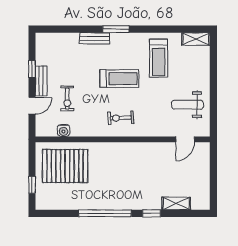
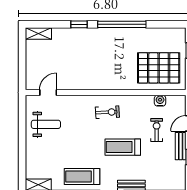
treadmill: (159, 58) -> (82, 176), moved, turned -90
treadmill: (119, 79) -> (123, 147), moved
shelving: (176, 203) -> (38, 33), moved

